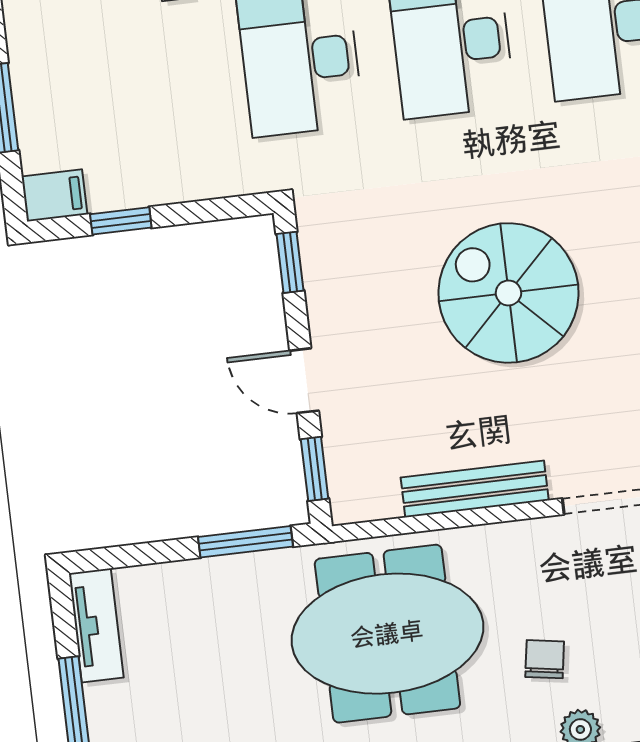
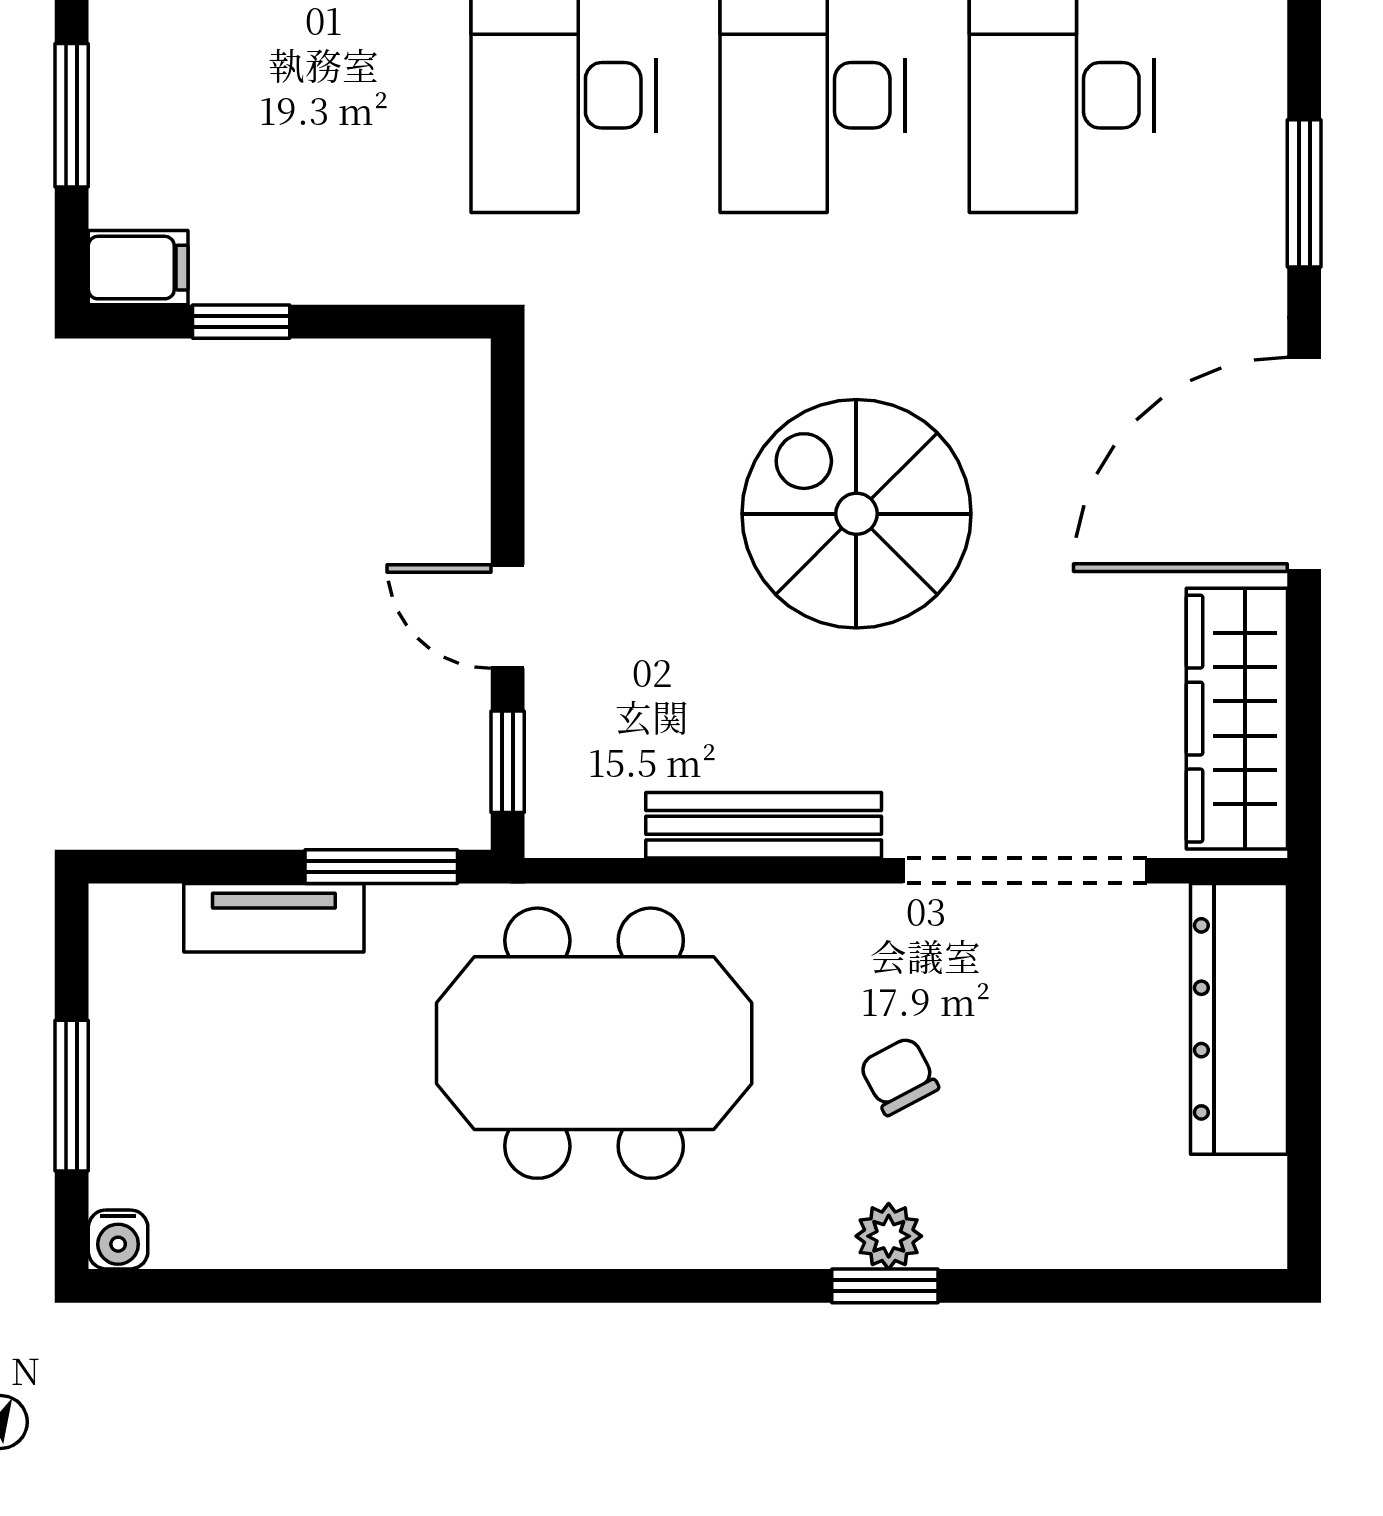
window: (290, 262) -> (508, 422), removed
tv unit: (96, 625) -> (274, 918), moved, turned 90
chair: (545, 659) -> (899, 1076), moved, turned -37

